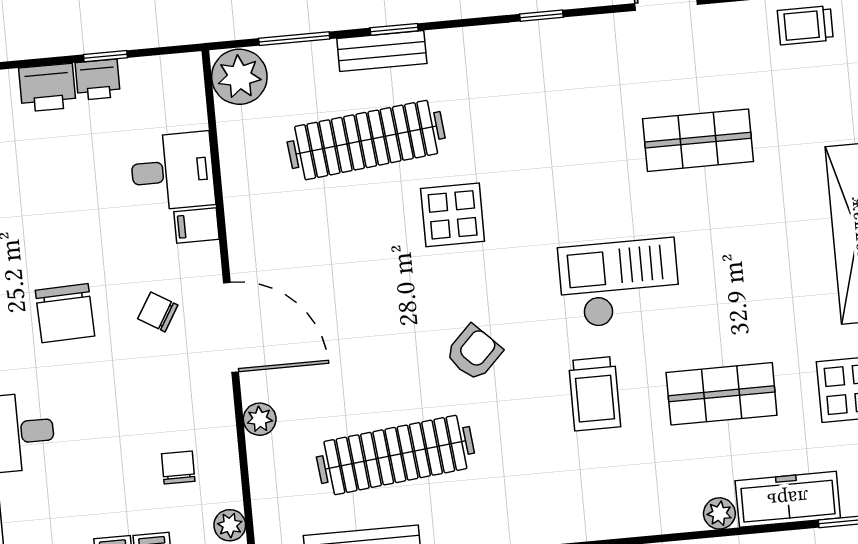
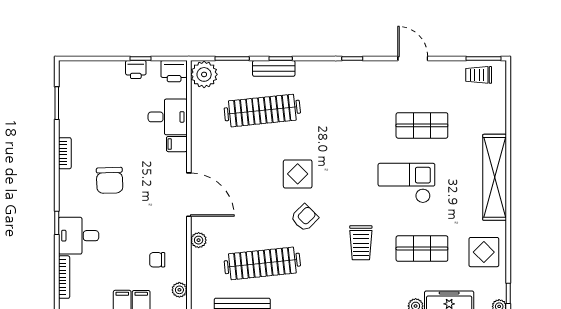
printer: (47, 88) -> (174, 71), moved
display table: (453, 215) -> (298, 174), moved
checkout: (619, 283) -> (406, 183), moved
chair: (158, 312) -> (154, 184), removed
chair: (178, 468) -> (157, 260), turned -90

